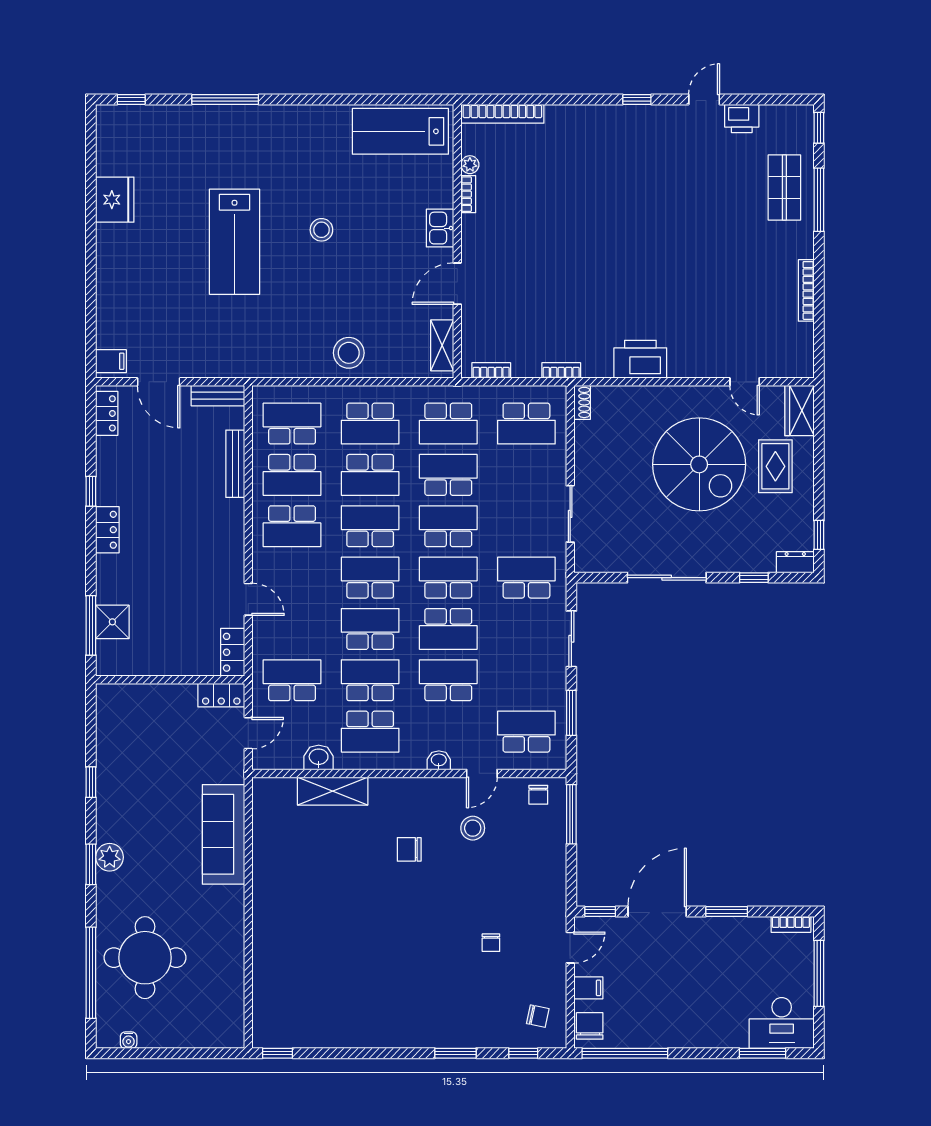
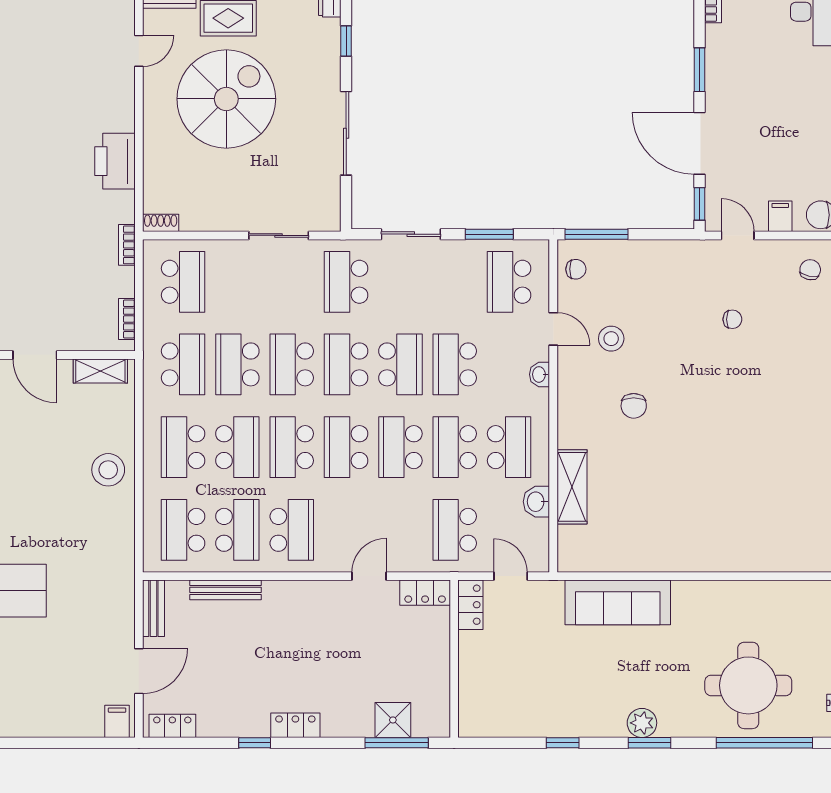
school desk: (370, 424) -> (183, 447), turned 180

